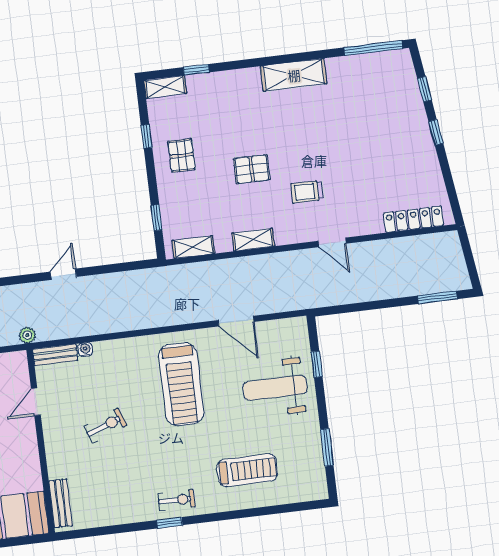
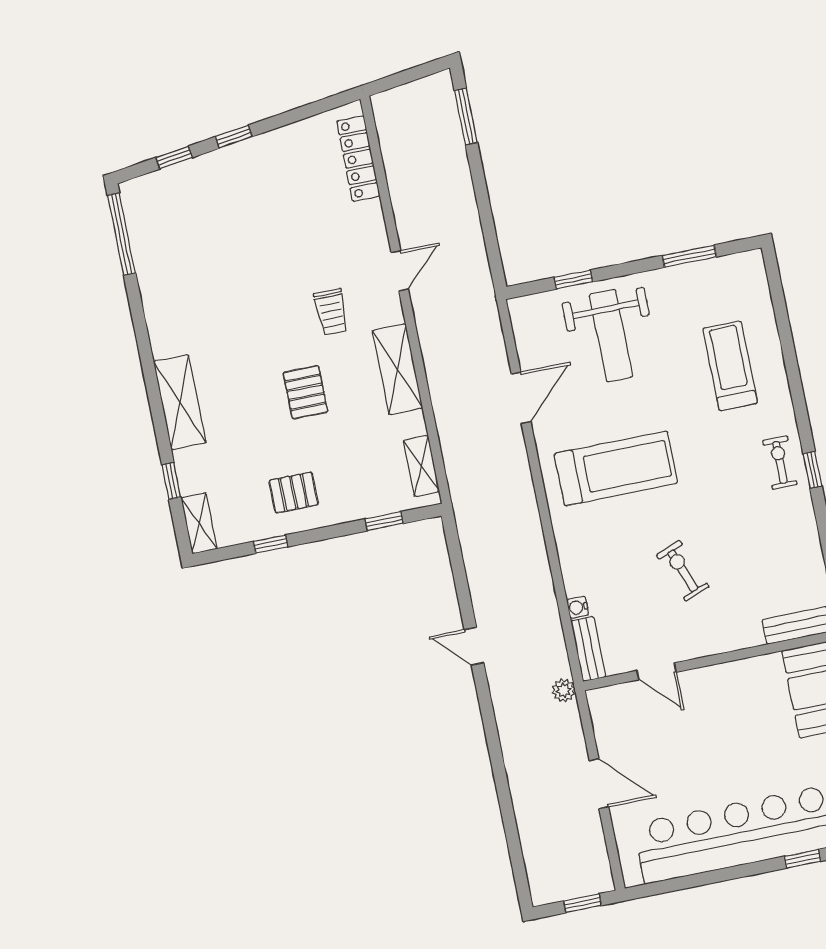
shelving: (294, 75) -> (180, 402), moved
shelving: (253, 240) -> (398, 369), width x1.50, depth x1.33

